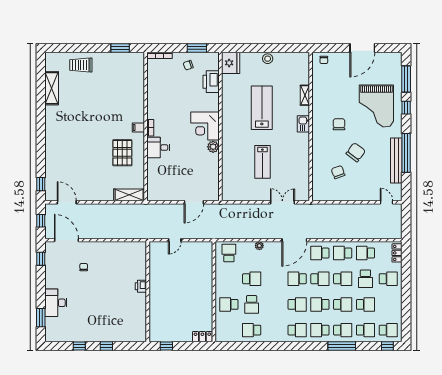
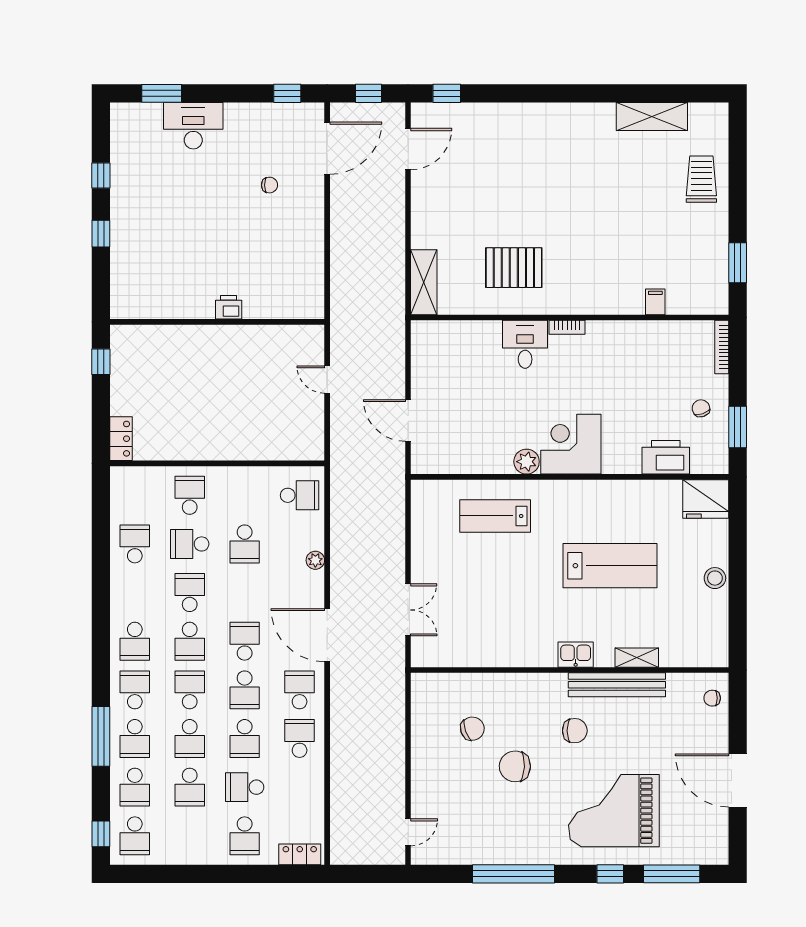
filing cabinet: (138, 128) -> (655, 302), moved
chair: (356, 152) -> (515, 766), turned 145
bench: (396, 160) -> (617, 685), moved
lab bench: (262, 162) -> (495, 516), moved
school desk: (365, 253) -> (190, 593), moved

